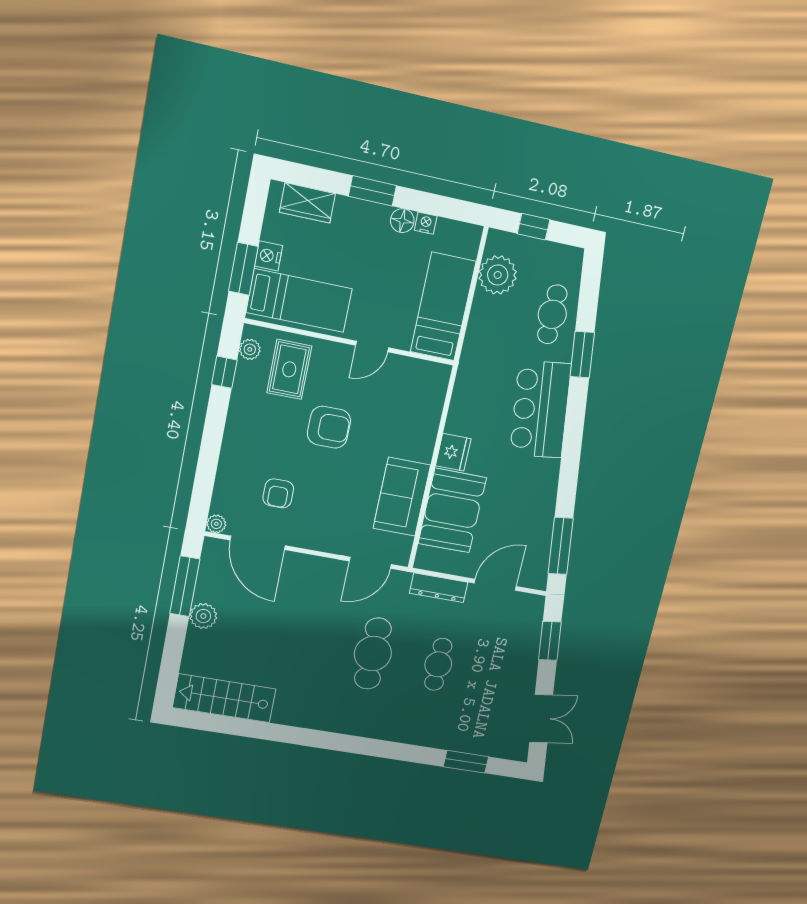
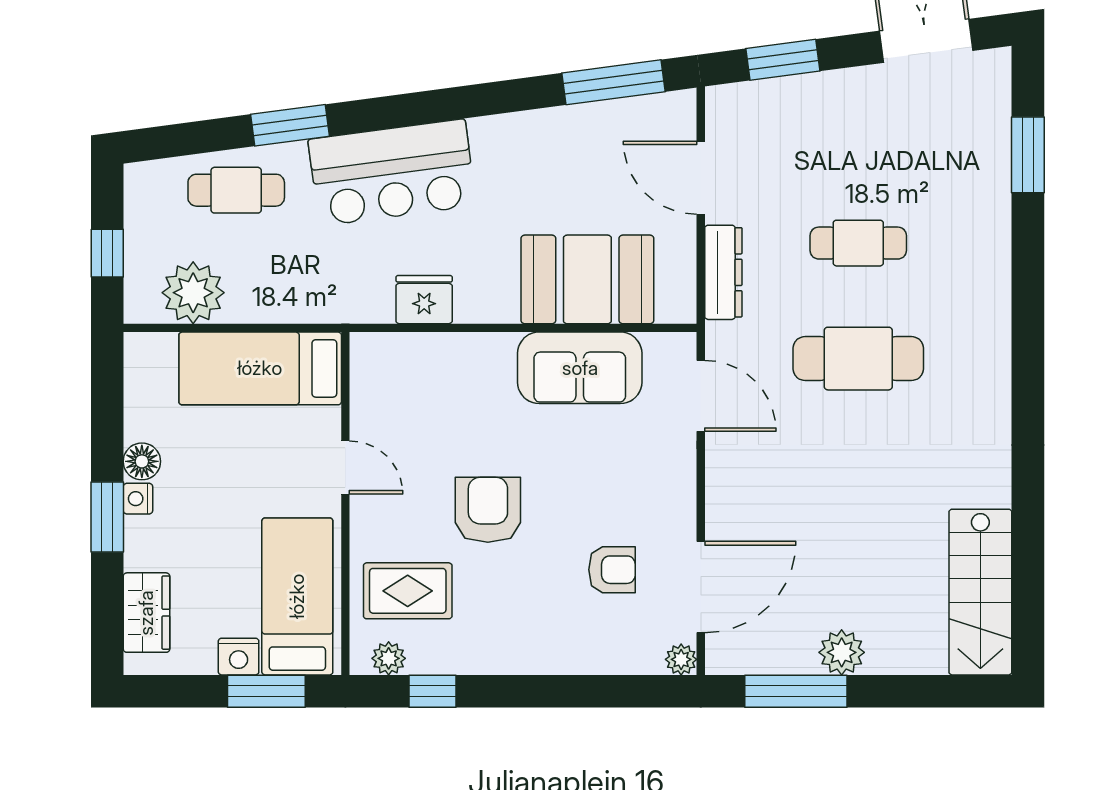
nightstand: (426, 223) -> (138, 499), moved
fridge: (453, 452) -> (424, 300), moved

